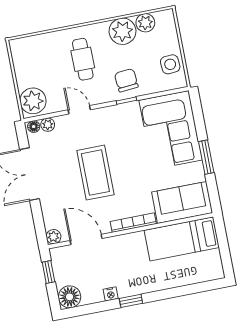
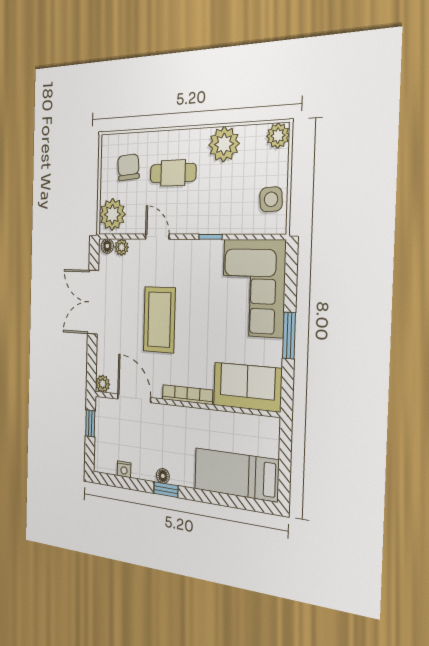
plant: (145, 23) -> (278, 136), moved
cafe table: (83, 59) -> (173, 173), turned 90
chair: (126, 80) -> (128, 167), moved
bed: (182, 239) -> (236, 475), moved
nightstand: (111, 294) -> (124, 469), moved
floor lamp: (70, 297) -> (163, 476), moved, width x0.53, depth x0.53

